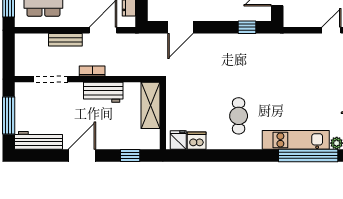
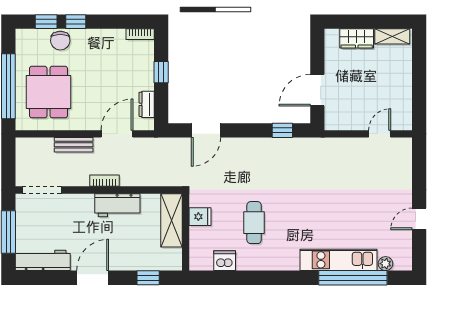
doorway: (51, 79) -> (42, 190), moved
cafe table: (239, 116) -> (254, 223), moved
fridge: (178, 140) -> (200, 217), moved, turned 90

